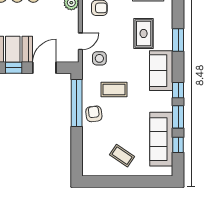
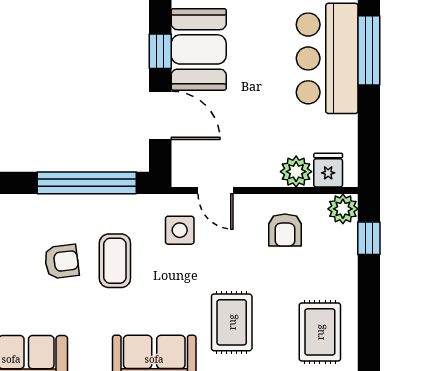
rug: (144, 33) -> (232, 322), turned 90
armchair: (94, 114) -> (62, 262), moved

